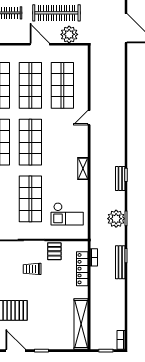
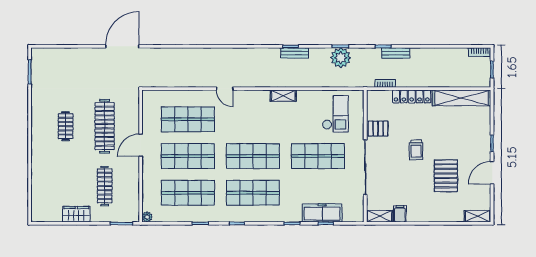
plant: (69, 34) -> (129, 112), removed
bench: (120, 262) -> (396, 53), width x0.73
trolley: (32, 269) -> (416, 150), moved
locker: (82, 269) -> (412, 96), moved

